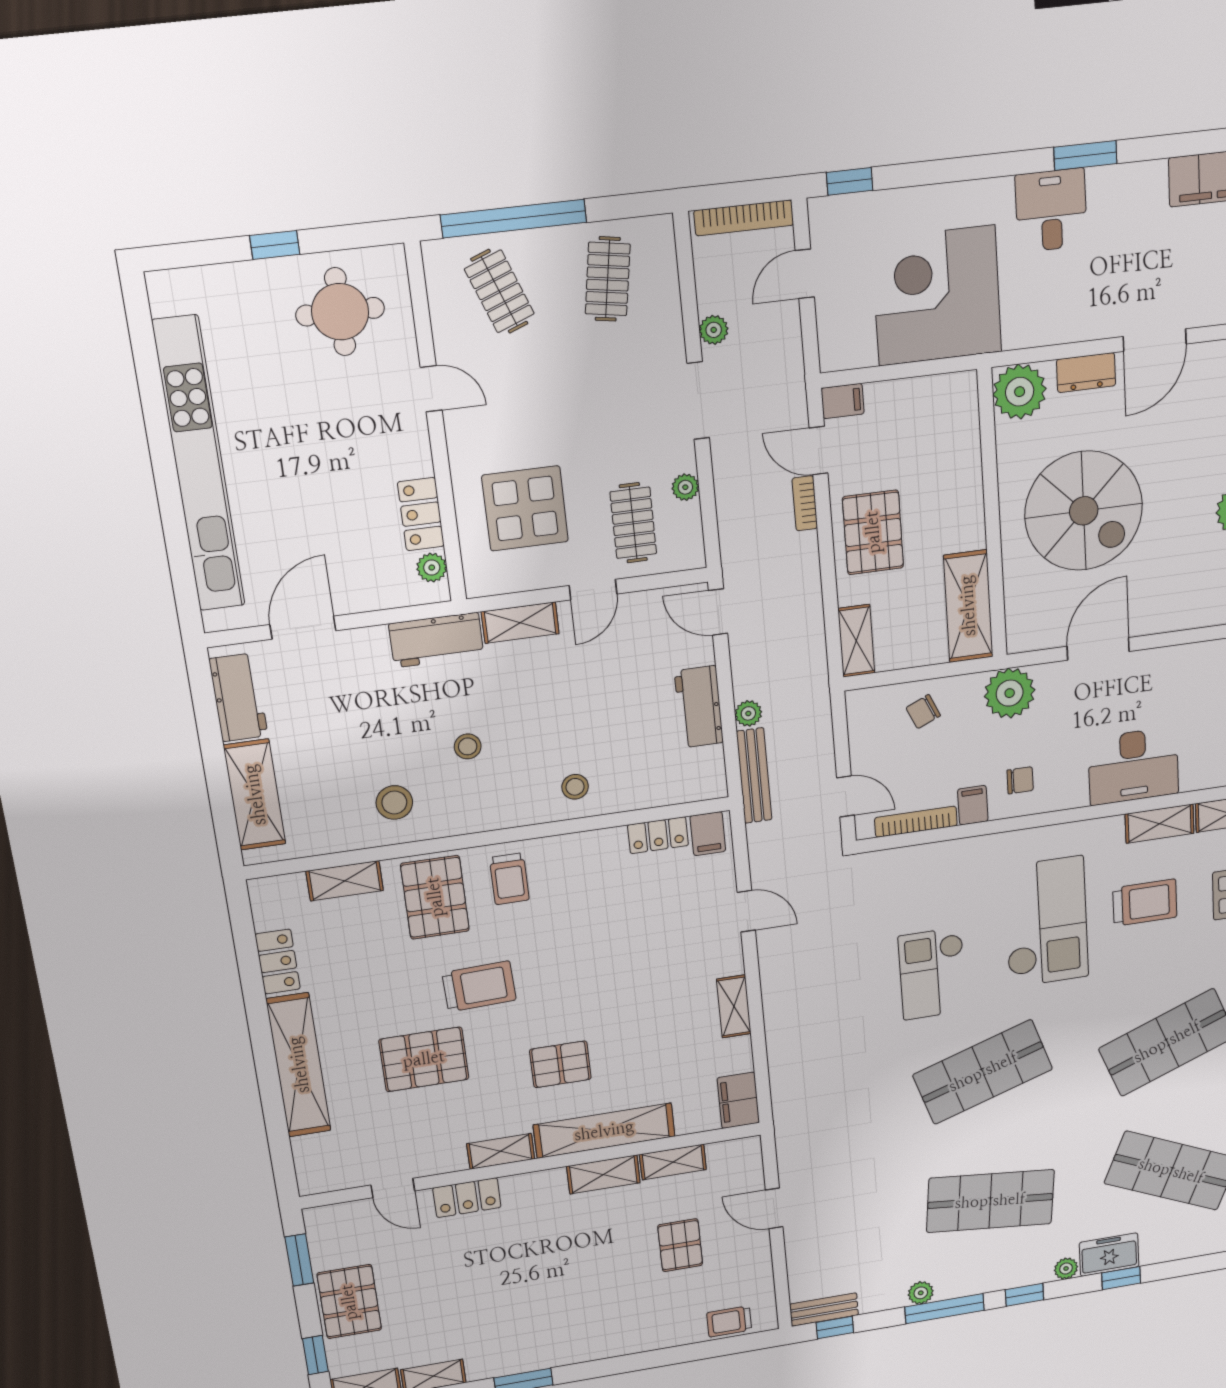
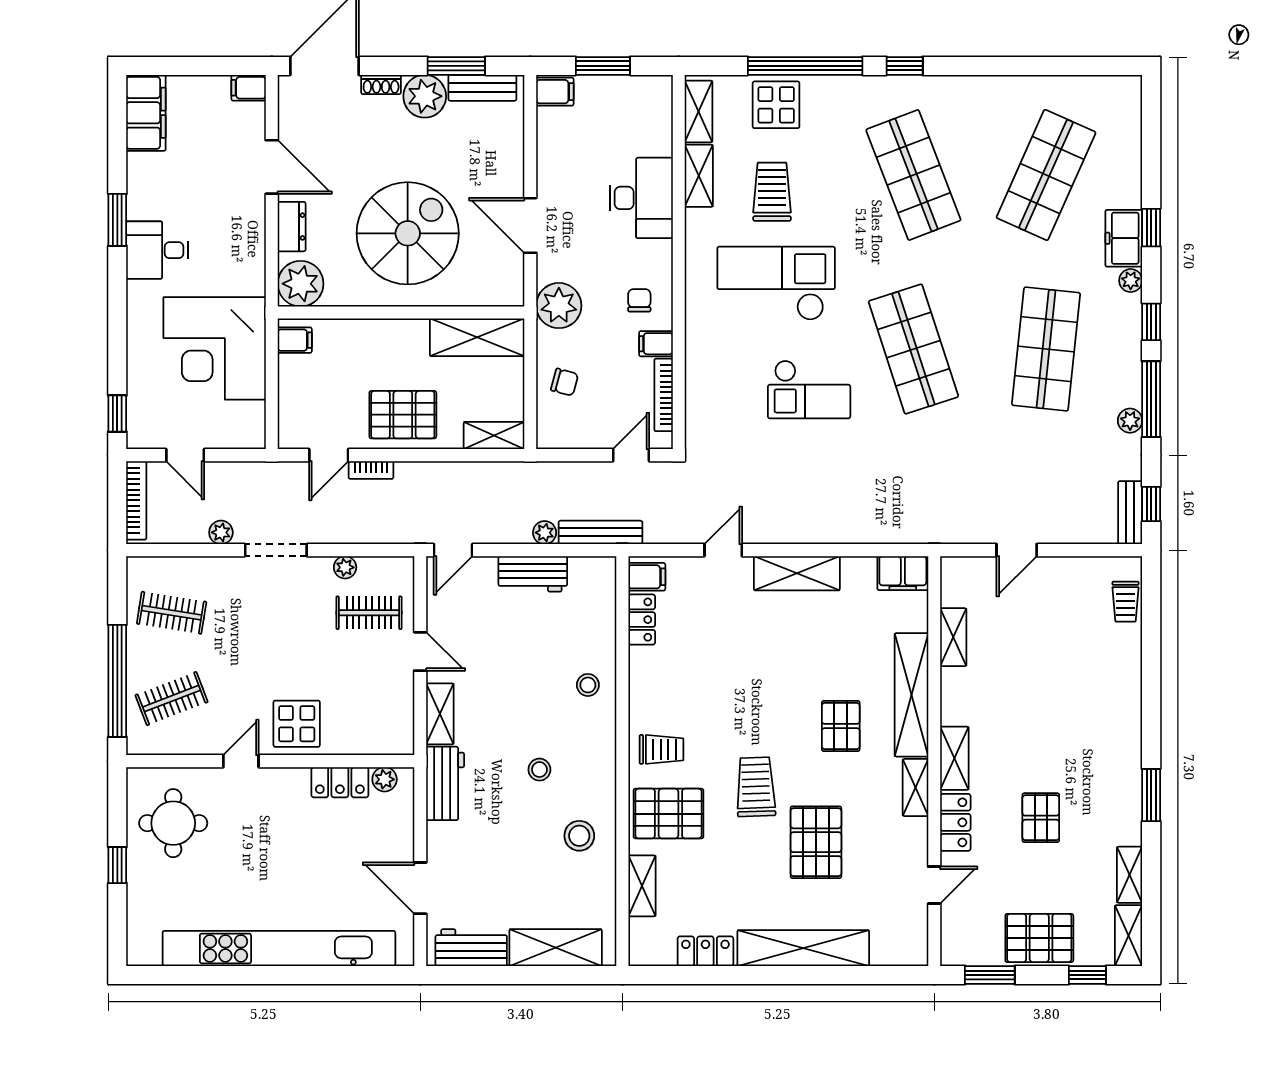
filing cabinet: (843, 401) -> (295, 340), moved, turned 90
display table: (525, 508) -> (297, 724), moved, width x0.73, depth x0.73
chair: (923, 712) -> (565, 382), turned -51
shelving: (734, 1006) -> (797, 573), width x1.50, depth x1.33
shelving: (603, 1174) -> (954, 758), moved
pallet: (680, 1245) -> (1041, 818), moved, turned 90

